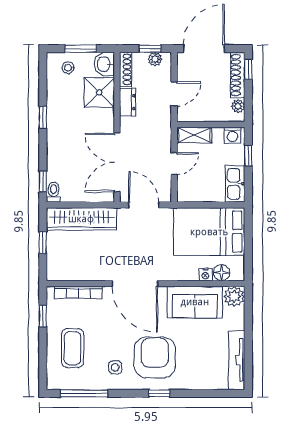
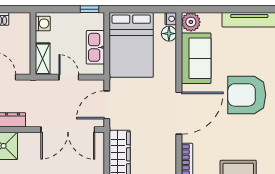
plant: (238, 106) -> (16, 19), removed
window: (248, 155) -> (90, 9), moved
kitchen sink: (235, 184) -> (95, 47), moved, turned 90
nightstand: (205, 275) -> (171, 19), moved
side table: (115, 367) -> (256, 131), removed

